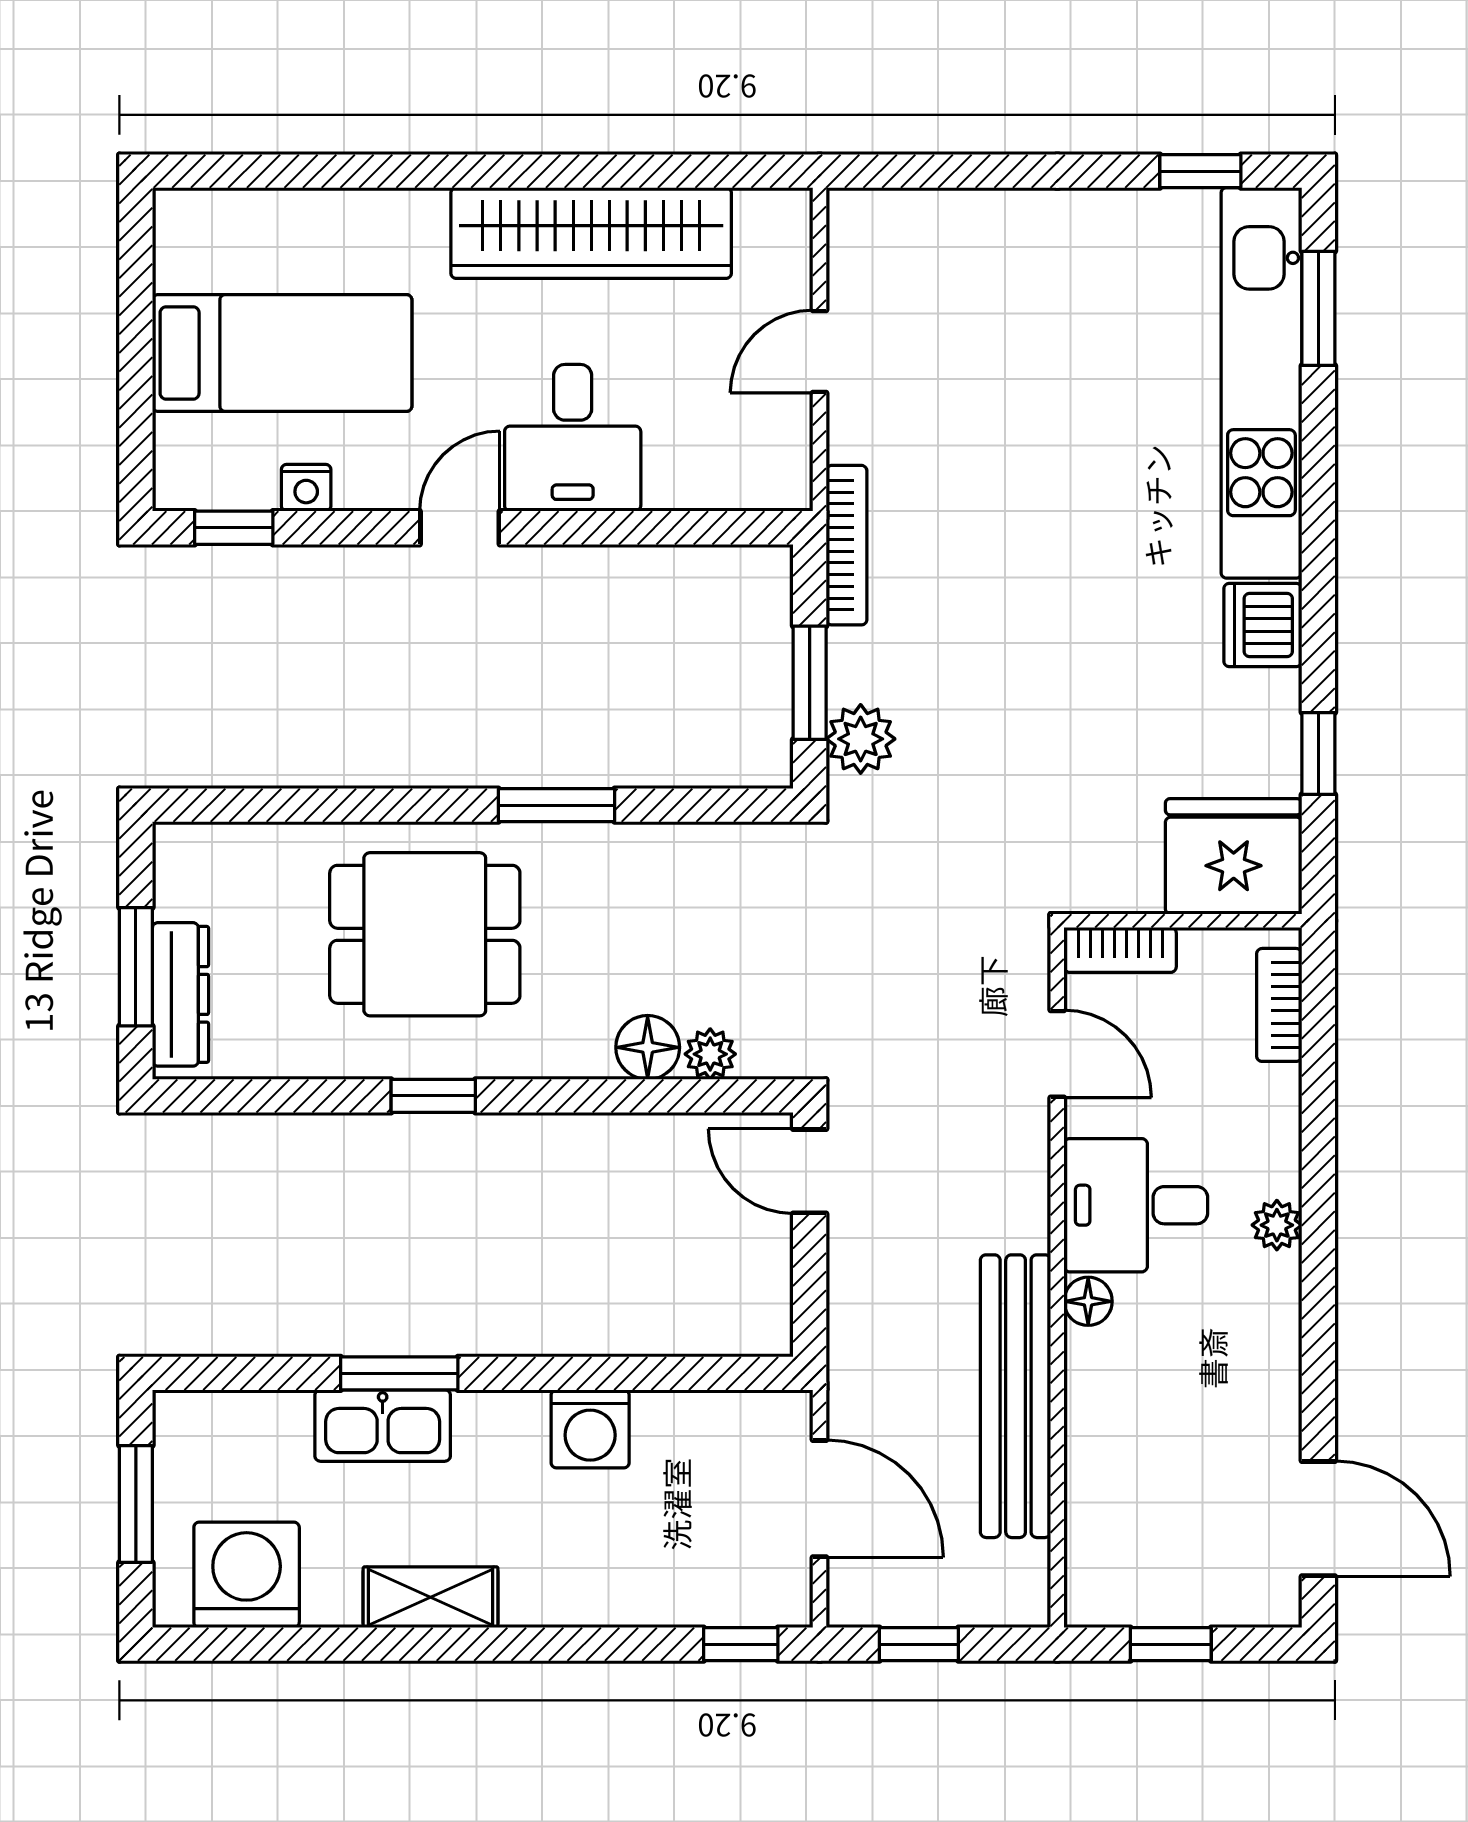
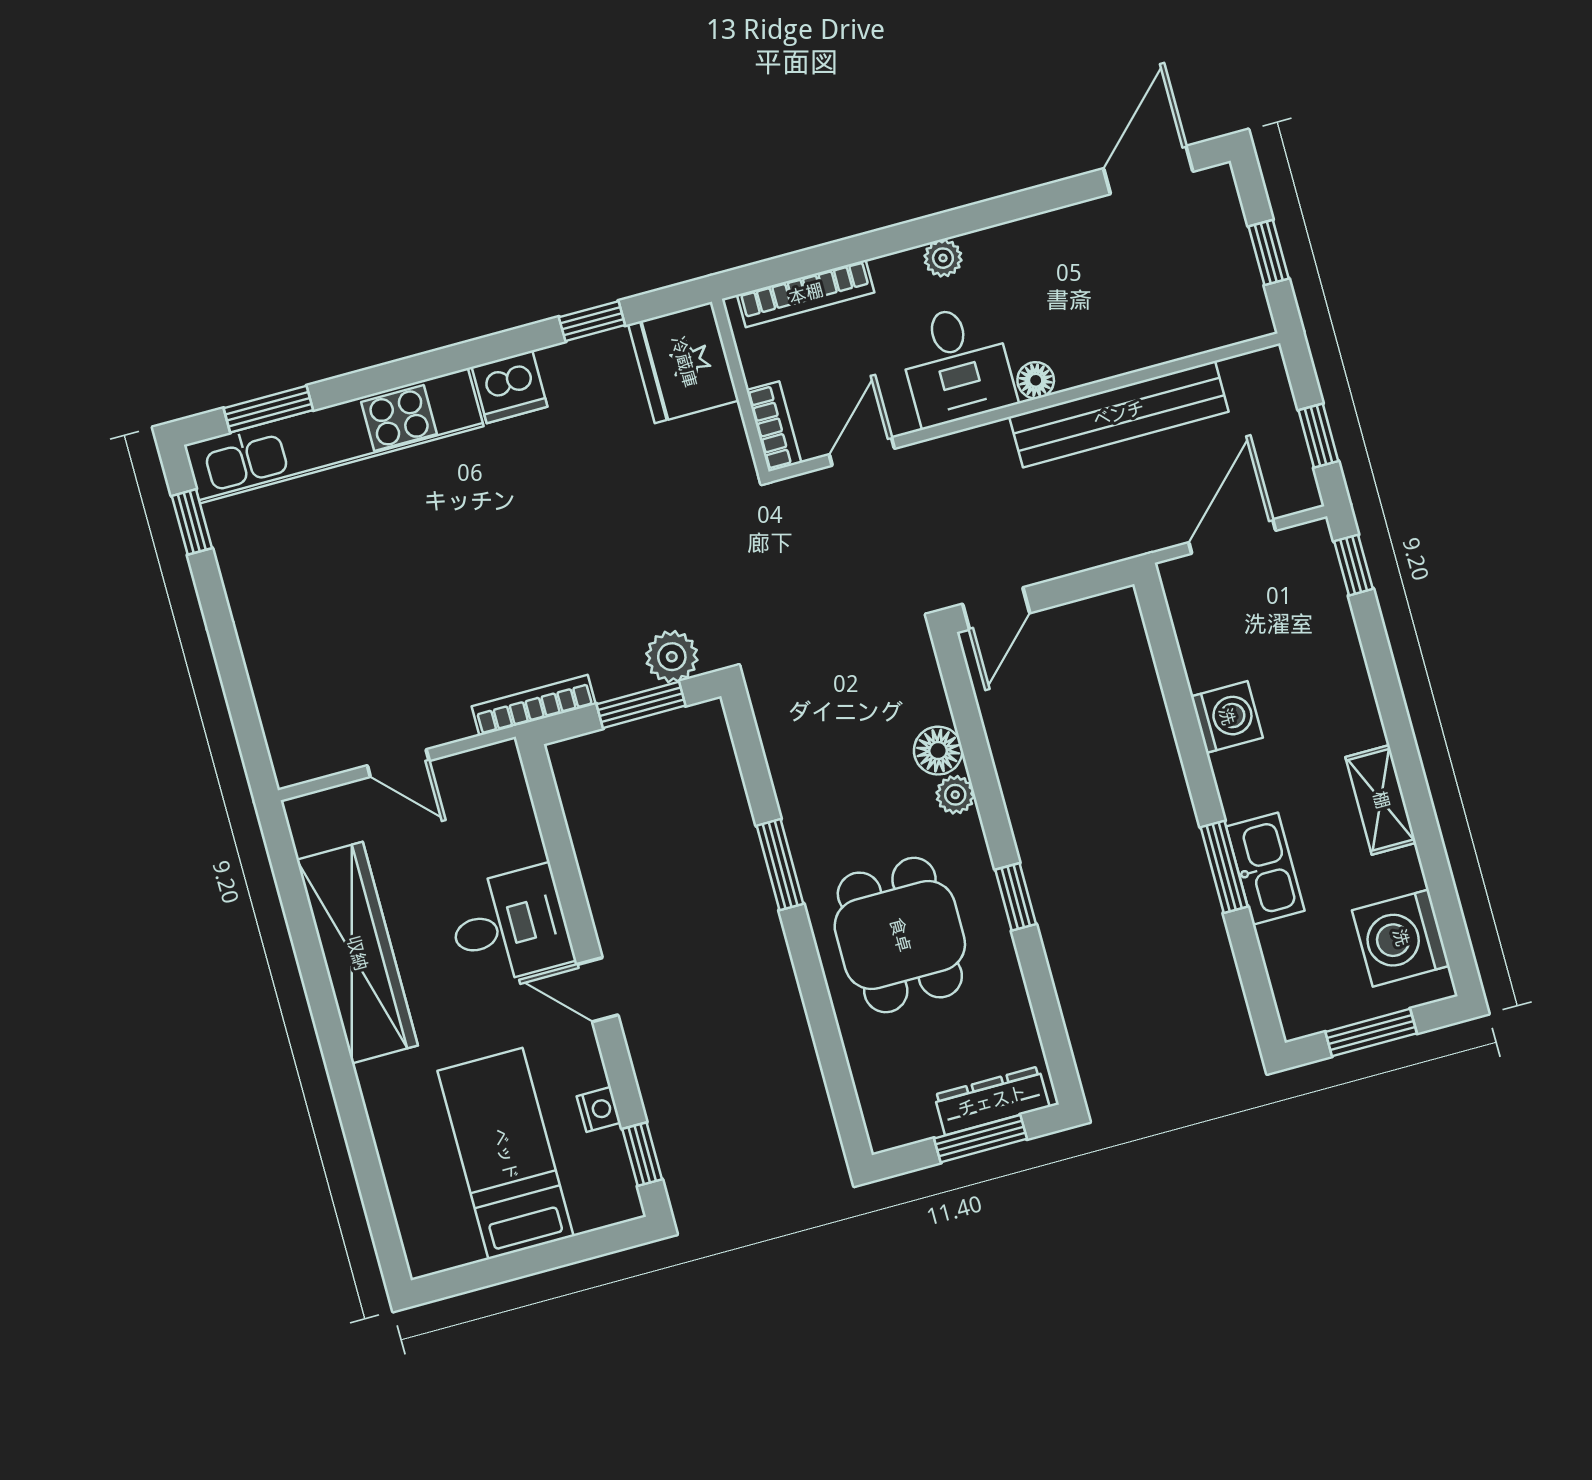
bookcase: (1279, 1005) -> (806, 294), width x1.56
plant: (710, 1054) -> (955, 795), moved

